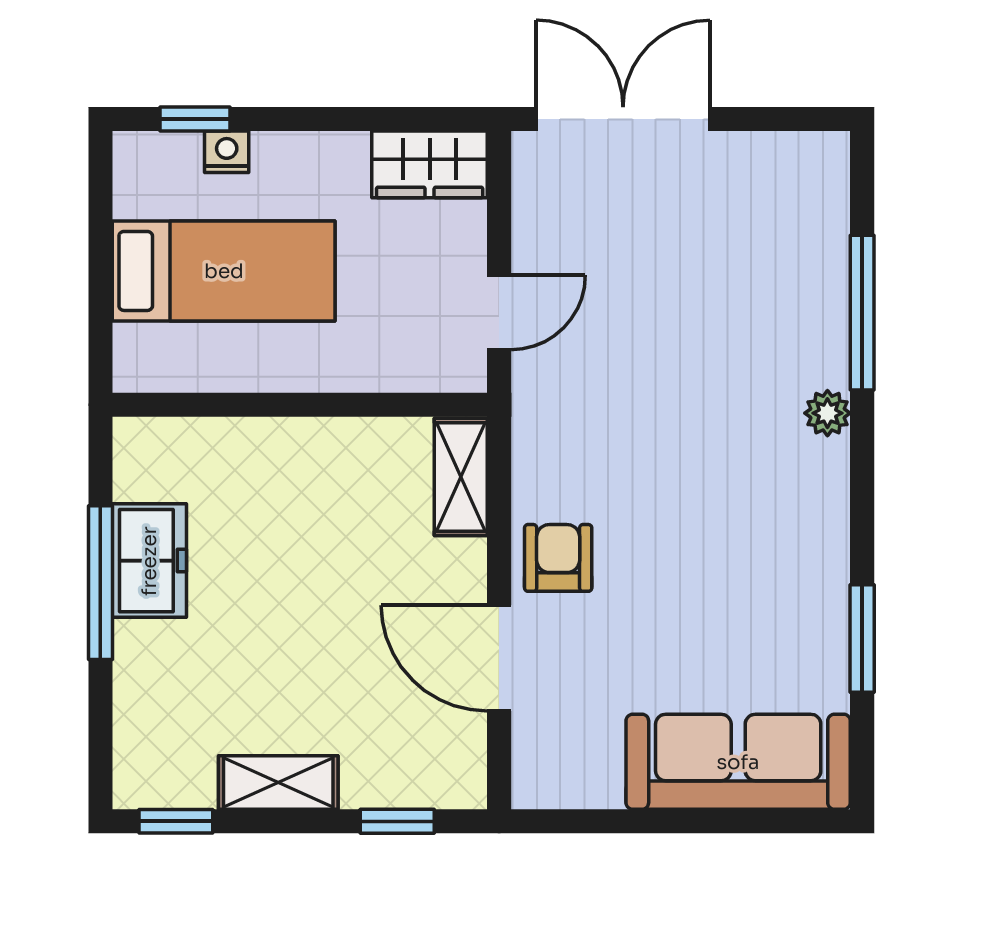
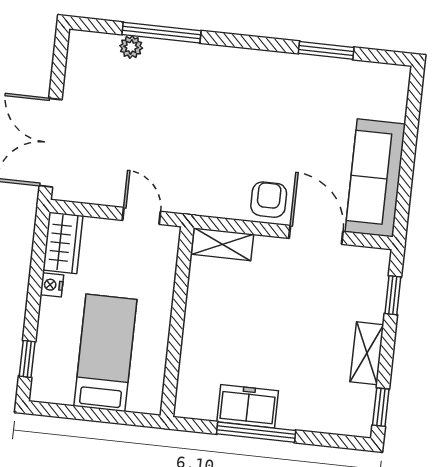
nightstand: (227, 152) -> (52, 285), moved
plant: (827, 413) -> (131, 47), moved
armchair: (558, 558) -> (269, 200), turned 90
door: (499, 658) -> (316, 235), swing flipped
sofa: (738, 762) -> (375, 178), moved

